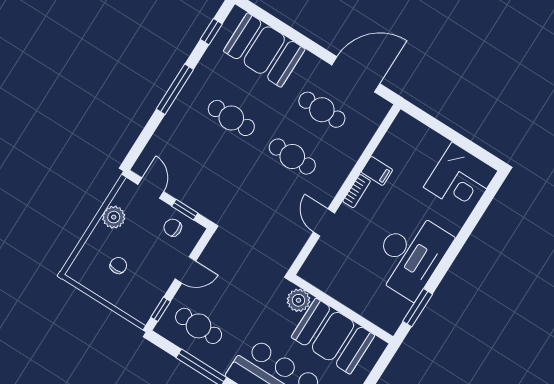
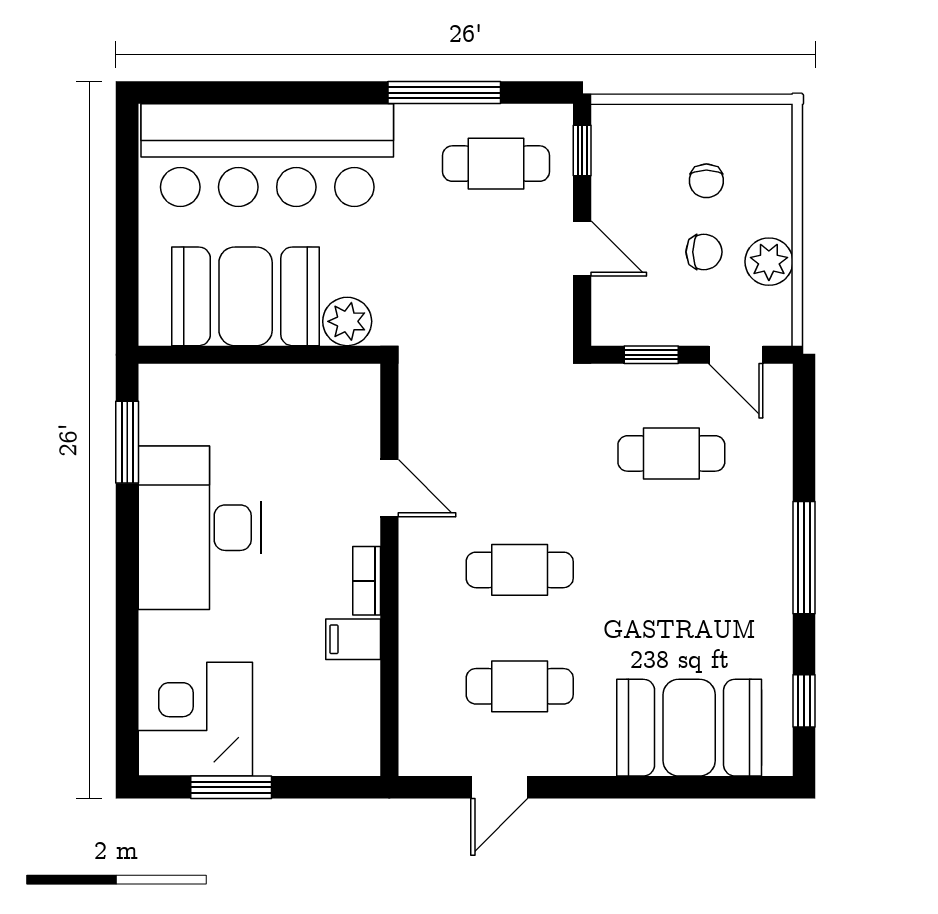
door: (356, 74) -> (499, 787), width x0.53
cafe table: (231, 118) -> (671, 453), moved
window: (464, 142) -> (231, 787), added
chair: (173, 228) -> (704, 252), moved
door: (186, 270) -> (582, 249), swing flipped

